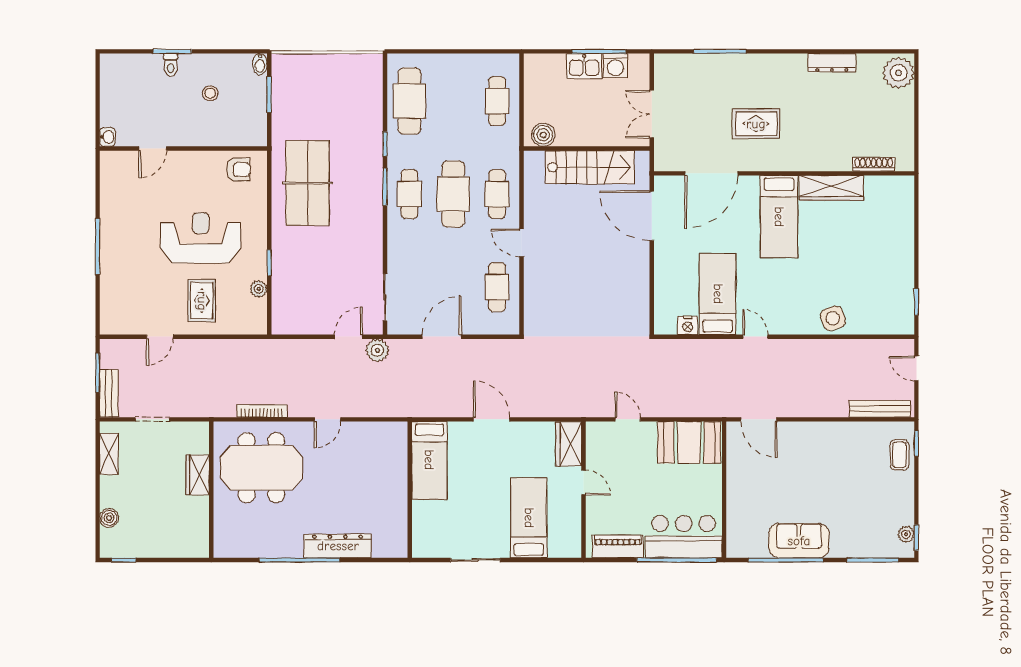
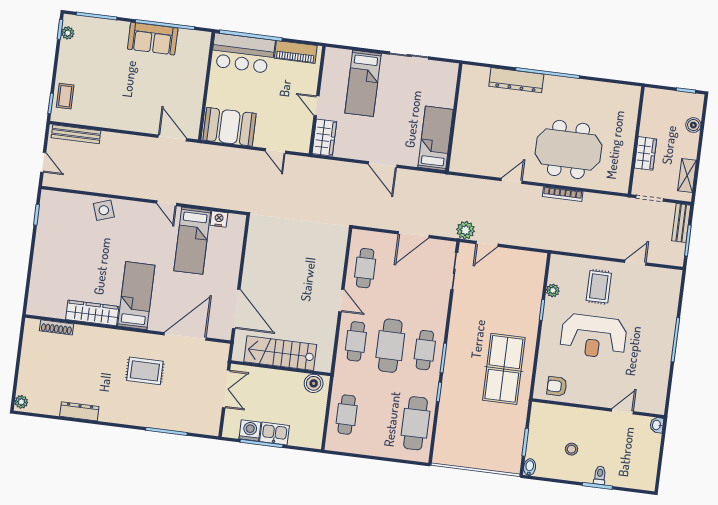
plant: (898, 73) -> (21, 402), width x0.53, depth x0.53
wardrobe: (198, 475) -> (645, 153), moved
wall: (211, 490) -> (636, 140), moved

